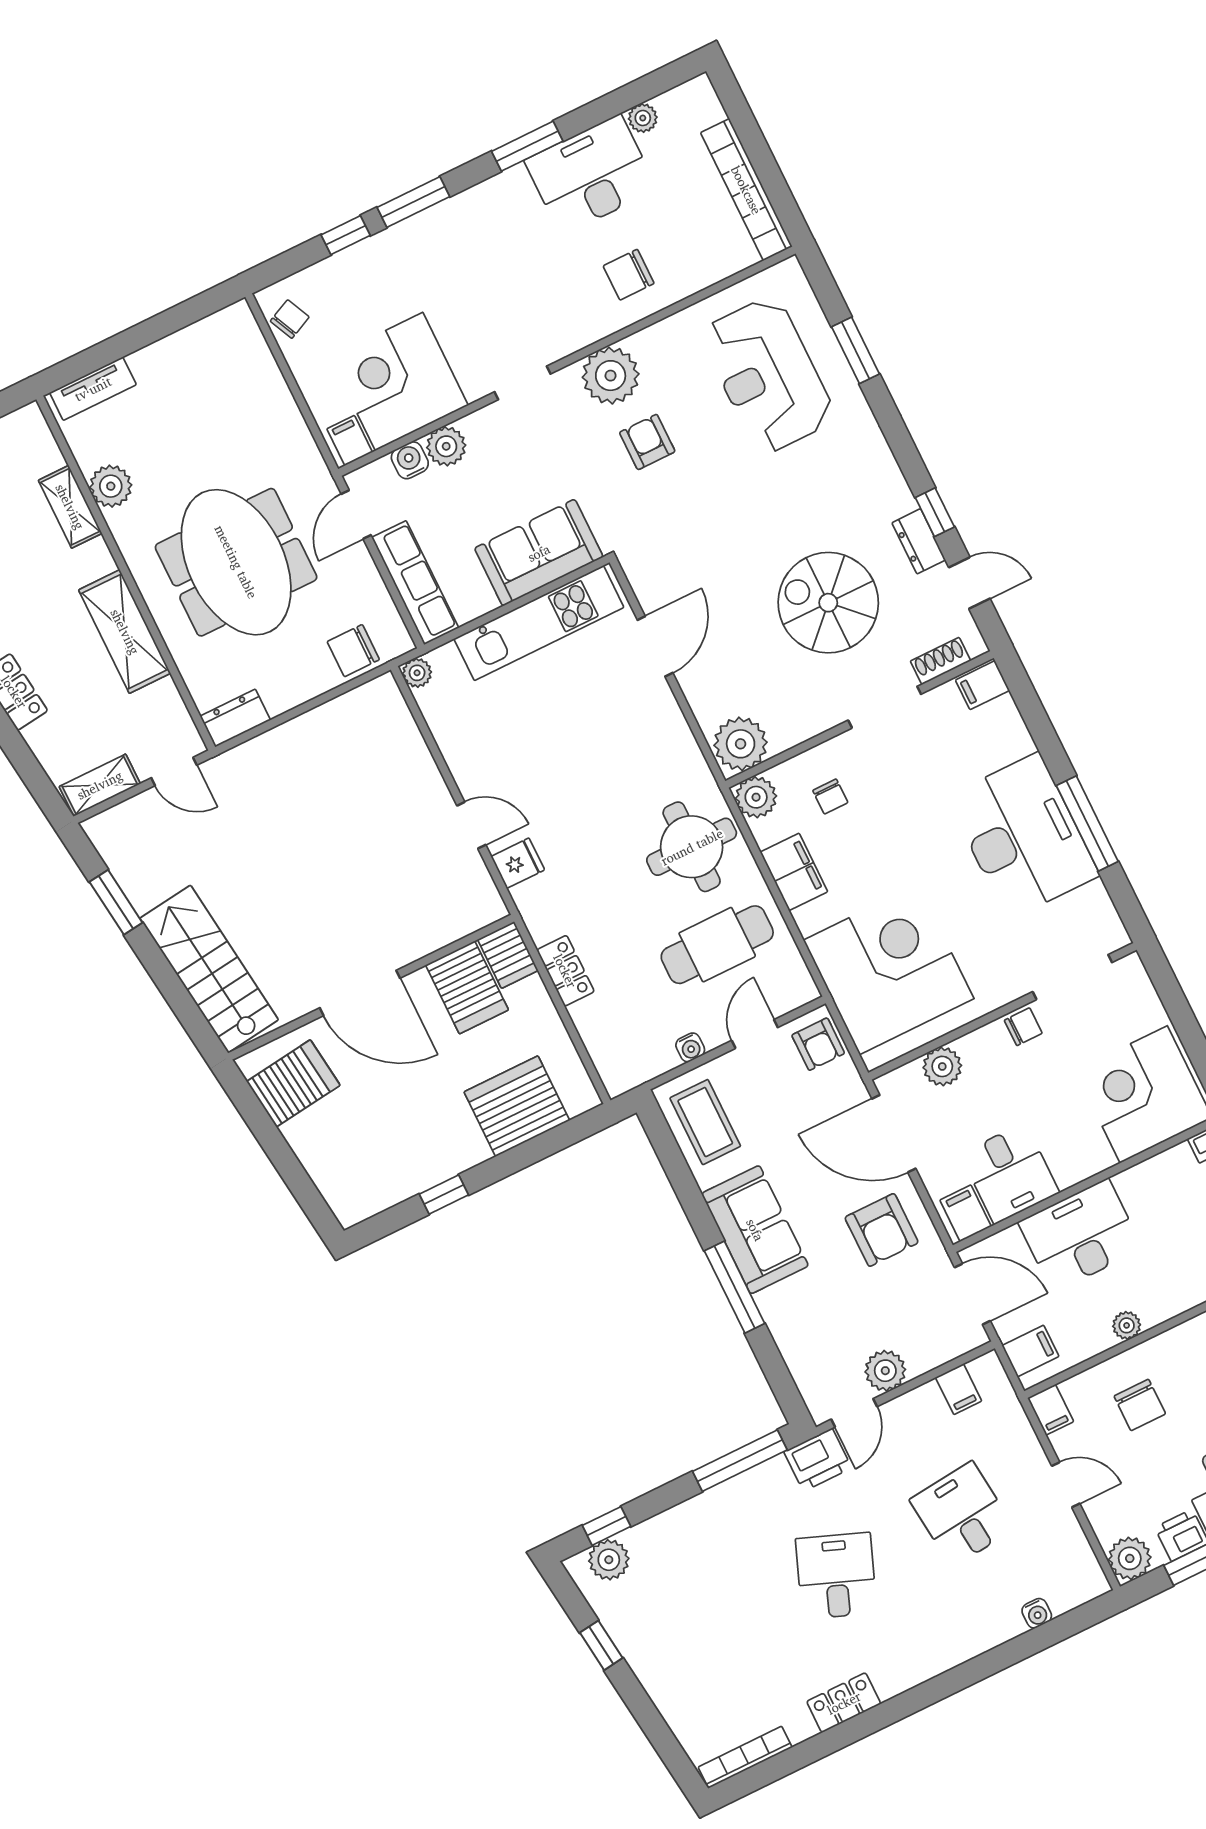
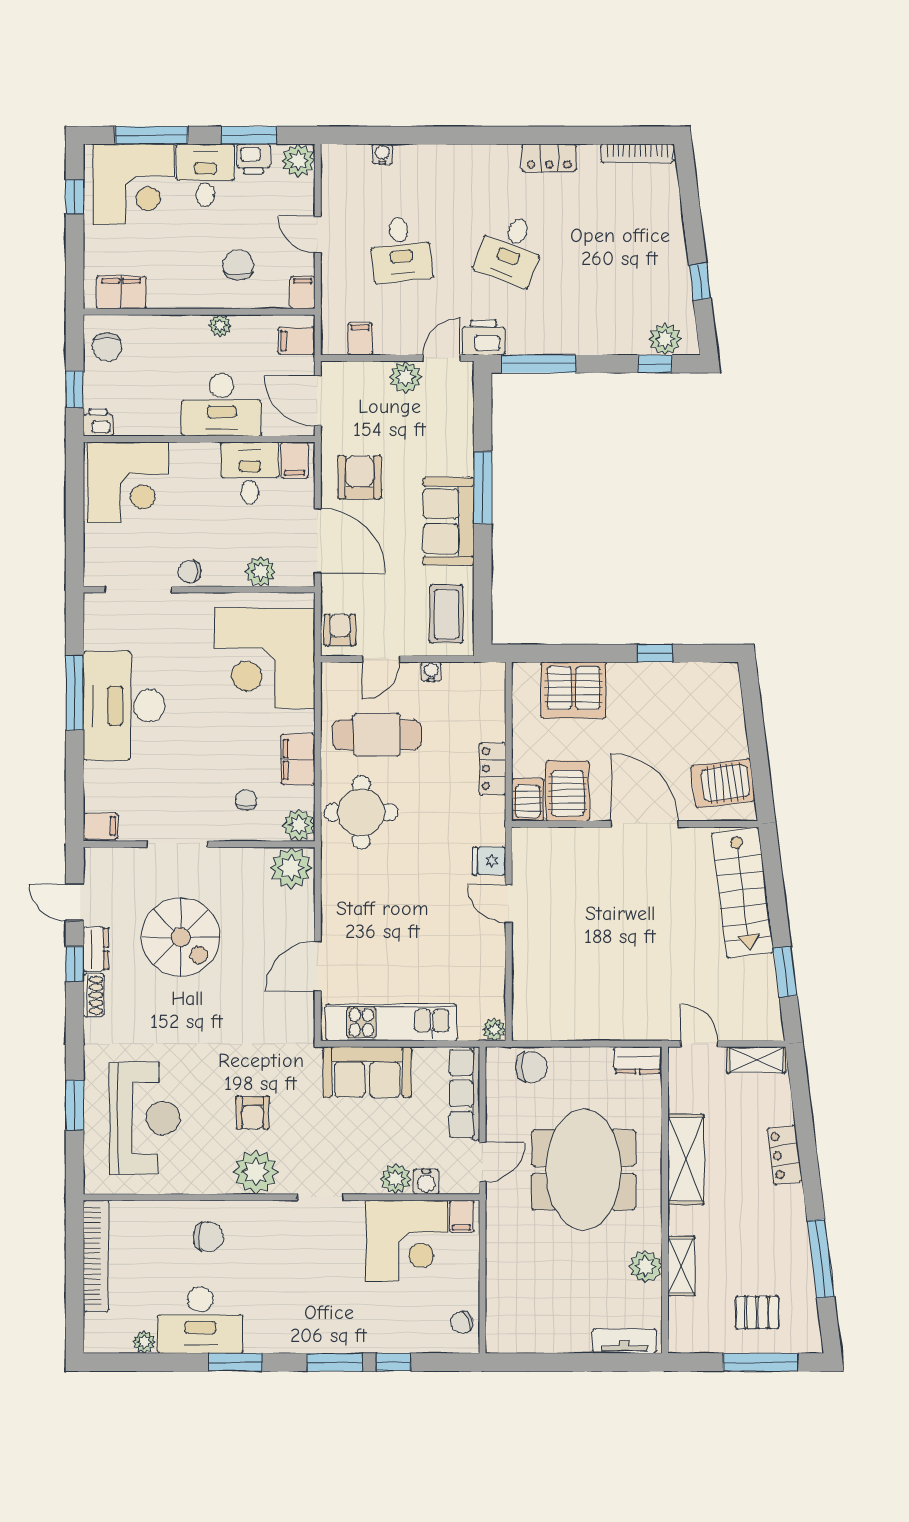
shoe rack: (940, 661) -> (94, 995), moved, turned -90

